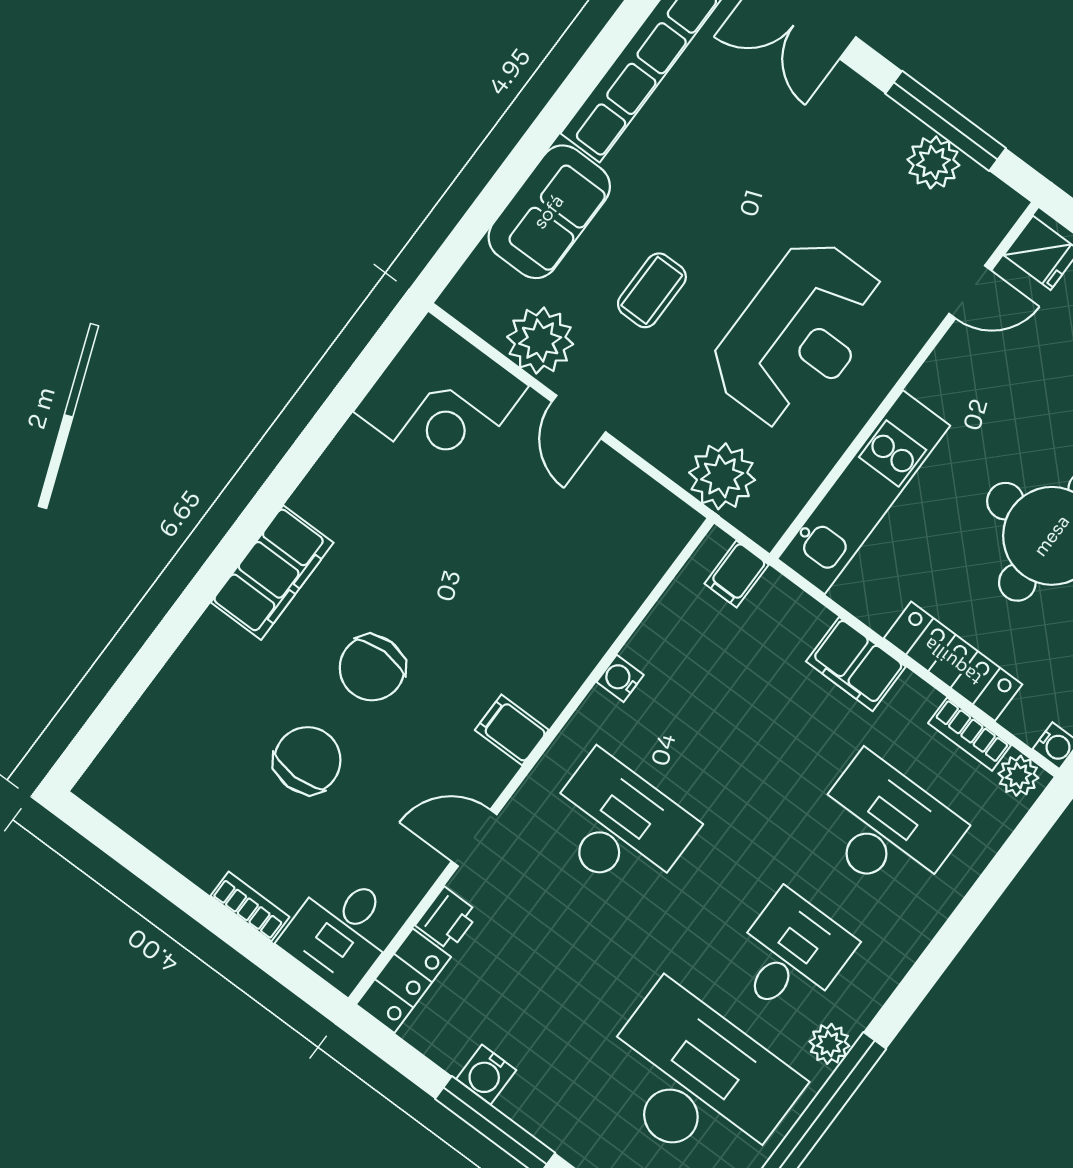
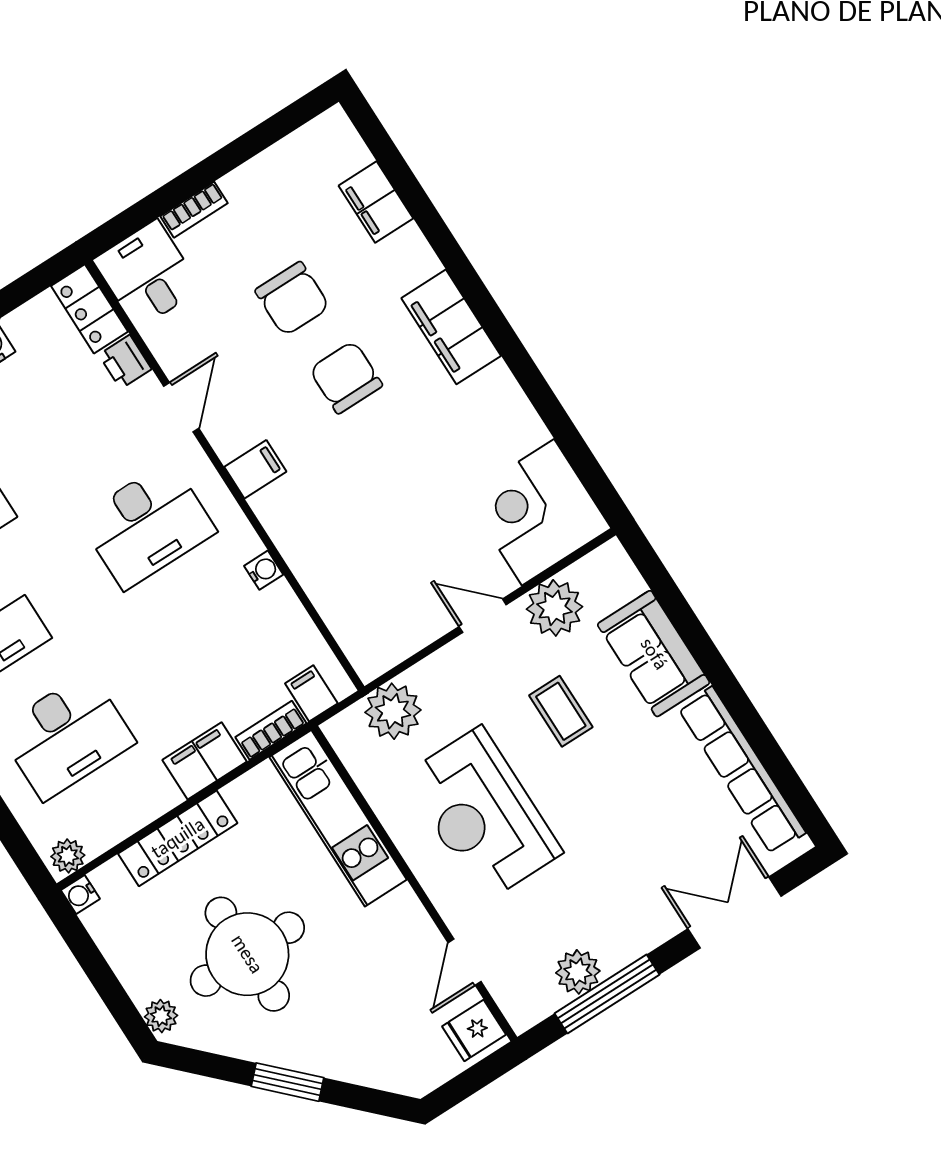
filing cabinet: (165, 708) -> (376, 202), added
bookcase: (970, 734) -> (271, 730), moved

